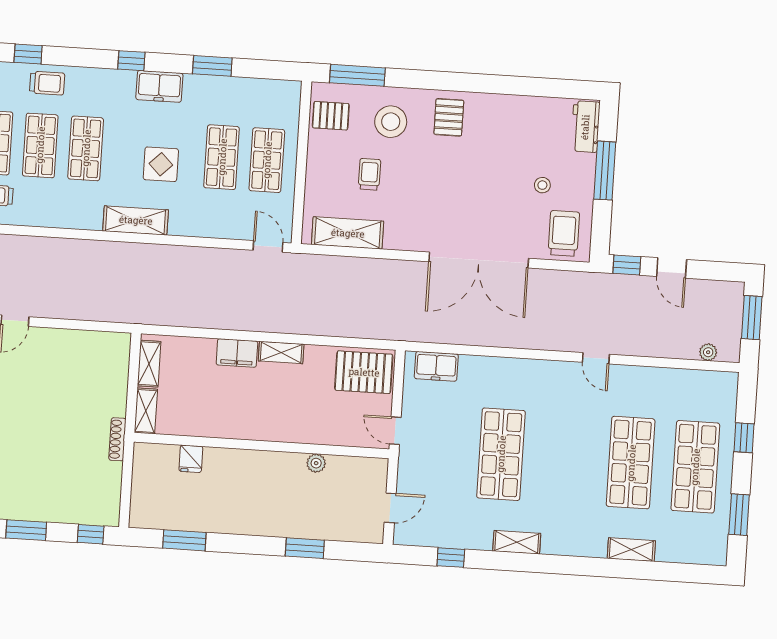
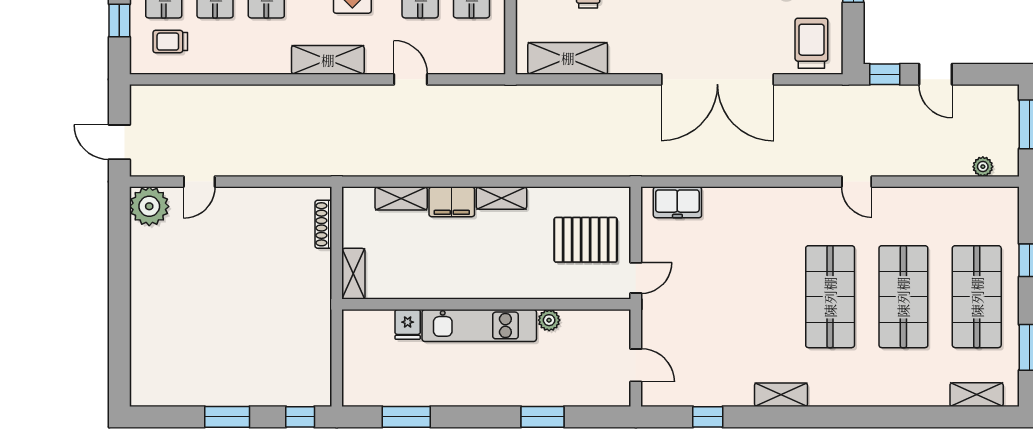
door: (268, 246) -> (411, 79), moved
shelving: (149, 364) -> (401, 198), moved, turned 90
pallet: (364, 372) -> (586, 240), moved
door: (395, 431) -> (636, 278), swing flipped
shoe rack: (117, 439) -> (323, 224), moved
shop shelf: (501, 454) -> (830, 297), moved
kitchen unit: (254, 464) -> (479, 325), added
door: (390, 508) -> (636, 365), hinge flipped
shelving: (631, 550) -> (977, 395), moved

